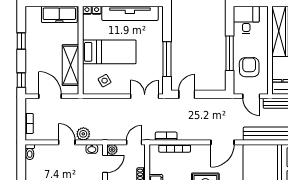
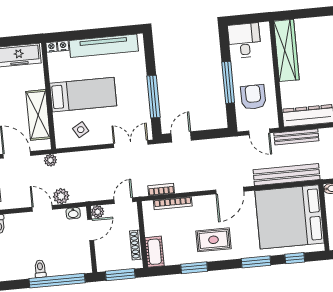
plant: (77, 103) -> (50, 160), added

